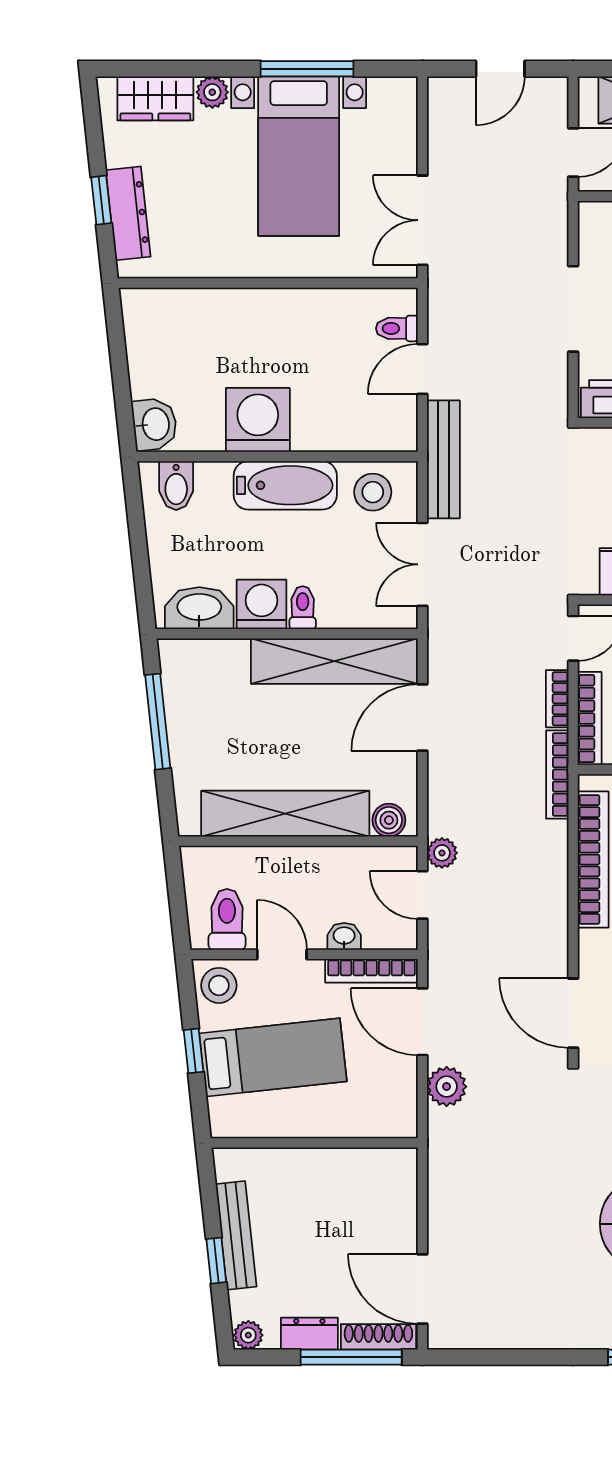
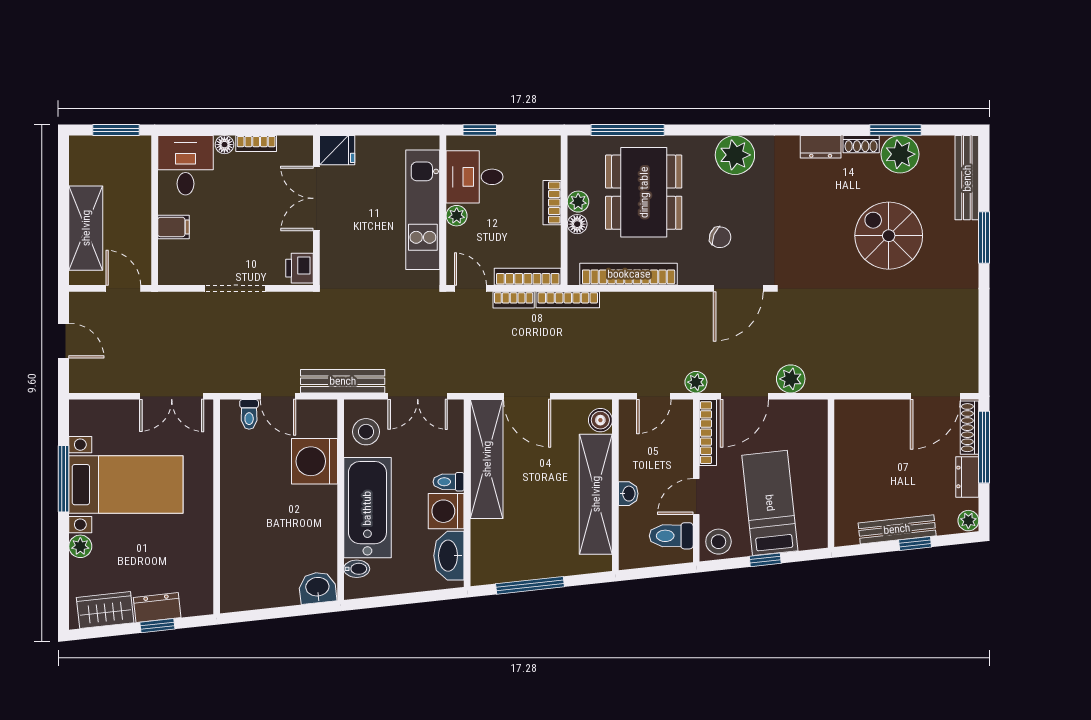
wardrobe: (155, 98) -> (105, 610), moved, turned -96
dresser: (128, 213) -> (157, 607), width x0.70
washing machine: (258, 420) -> (314, 461), moved
bathtub: (285, 485) -> (367, 508), width x1.36, depth x1.36
bidet: (176, 486) -> (357, 569), width x0.72, depth x0.74
plant: (442, 853) -> (696, 382), moved
washbasin: (344, 936) -> (628, 494), moved, turned 180

